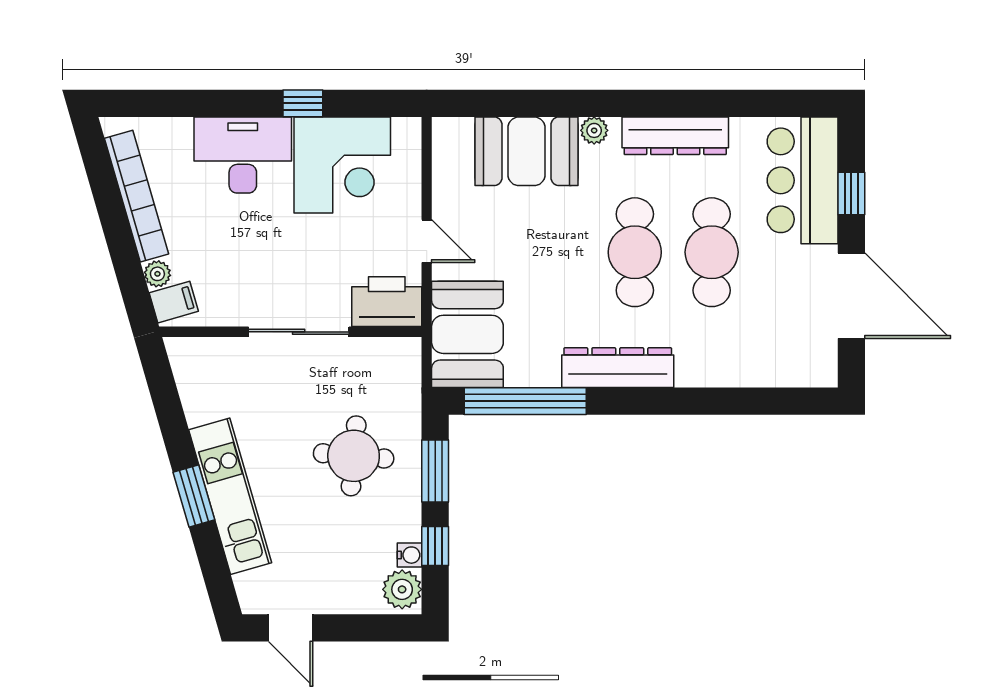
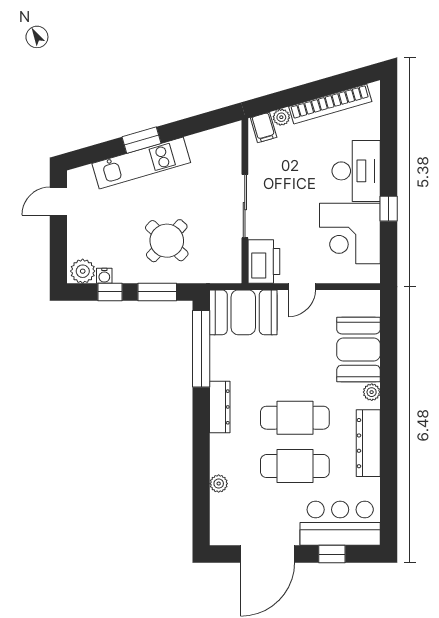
dresser: (618, 368) -> (220, 407), width x0.73, depth x0.80
plant: (739, 373) -> (219, 484), added
round table: (354, 456) -> (167, 241), turned 38

